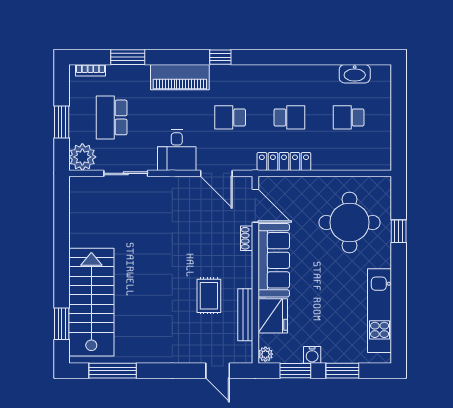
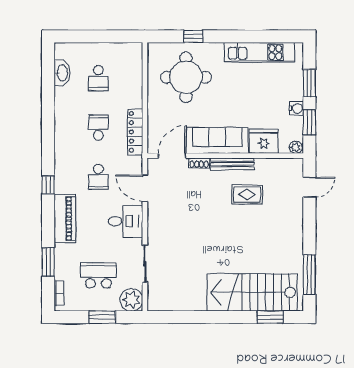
school desk: (112, 117) -> (98, 275), turned 180
door: (216, 173) -> (145, 188), swing flipped
bench: (245, 315) -> (232, 164), moved

